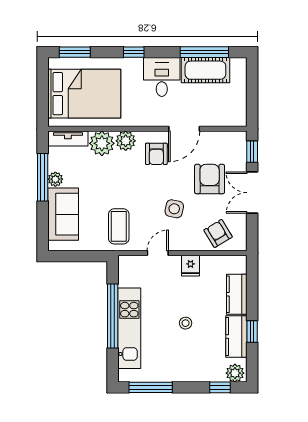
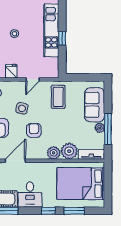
window: (75, 52) -> (74, 211), moved
armchair: (156, 154) -> (34, 130), moved
window: (113, 316) -> (62, 38), width x0.32

